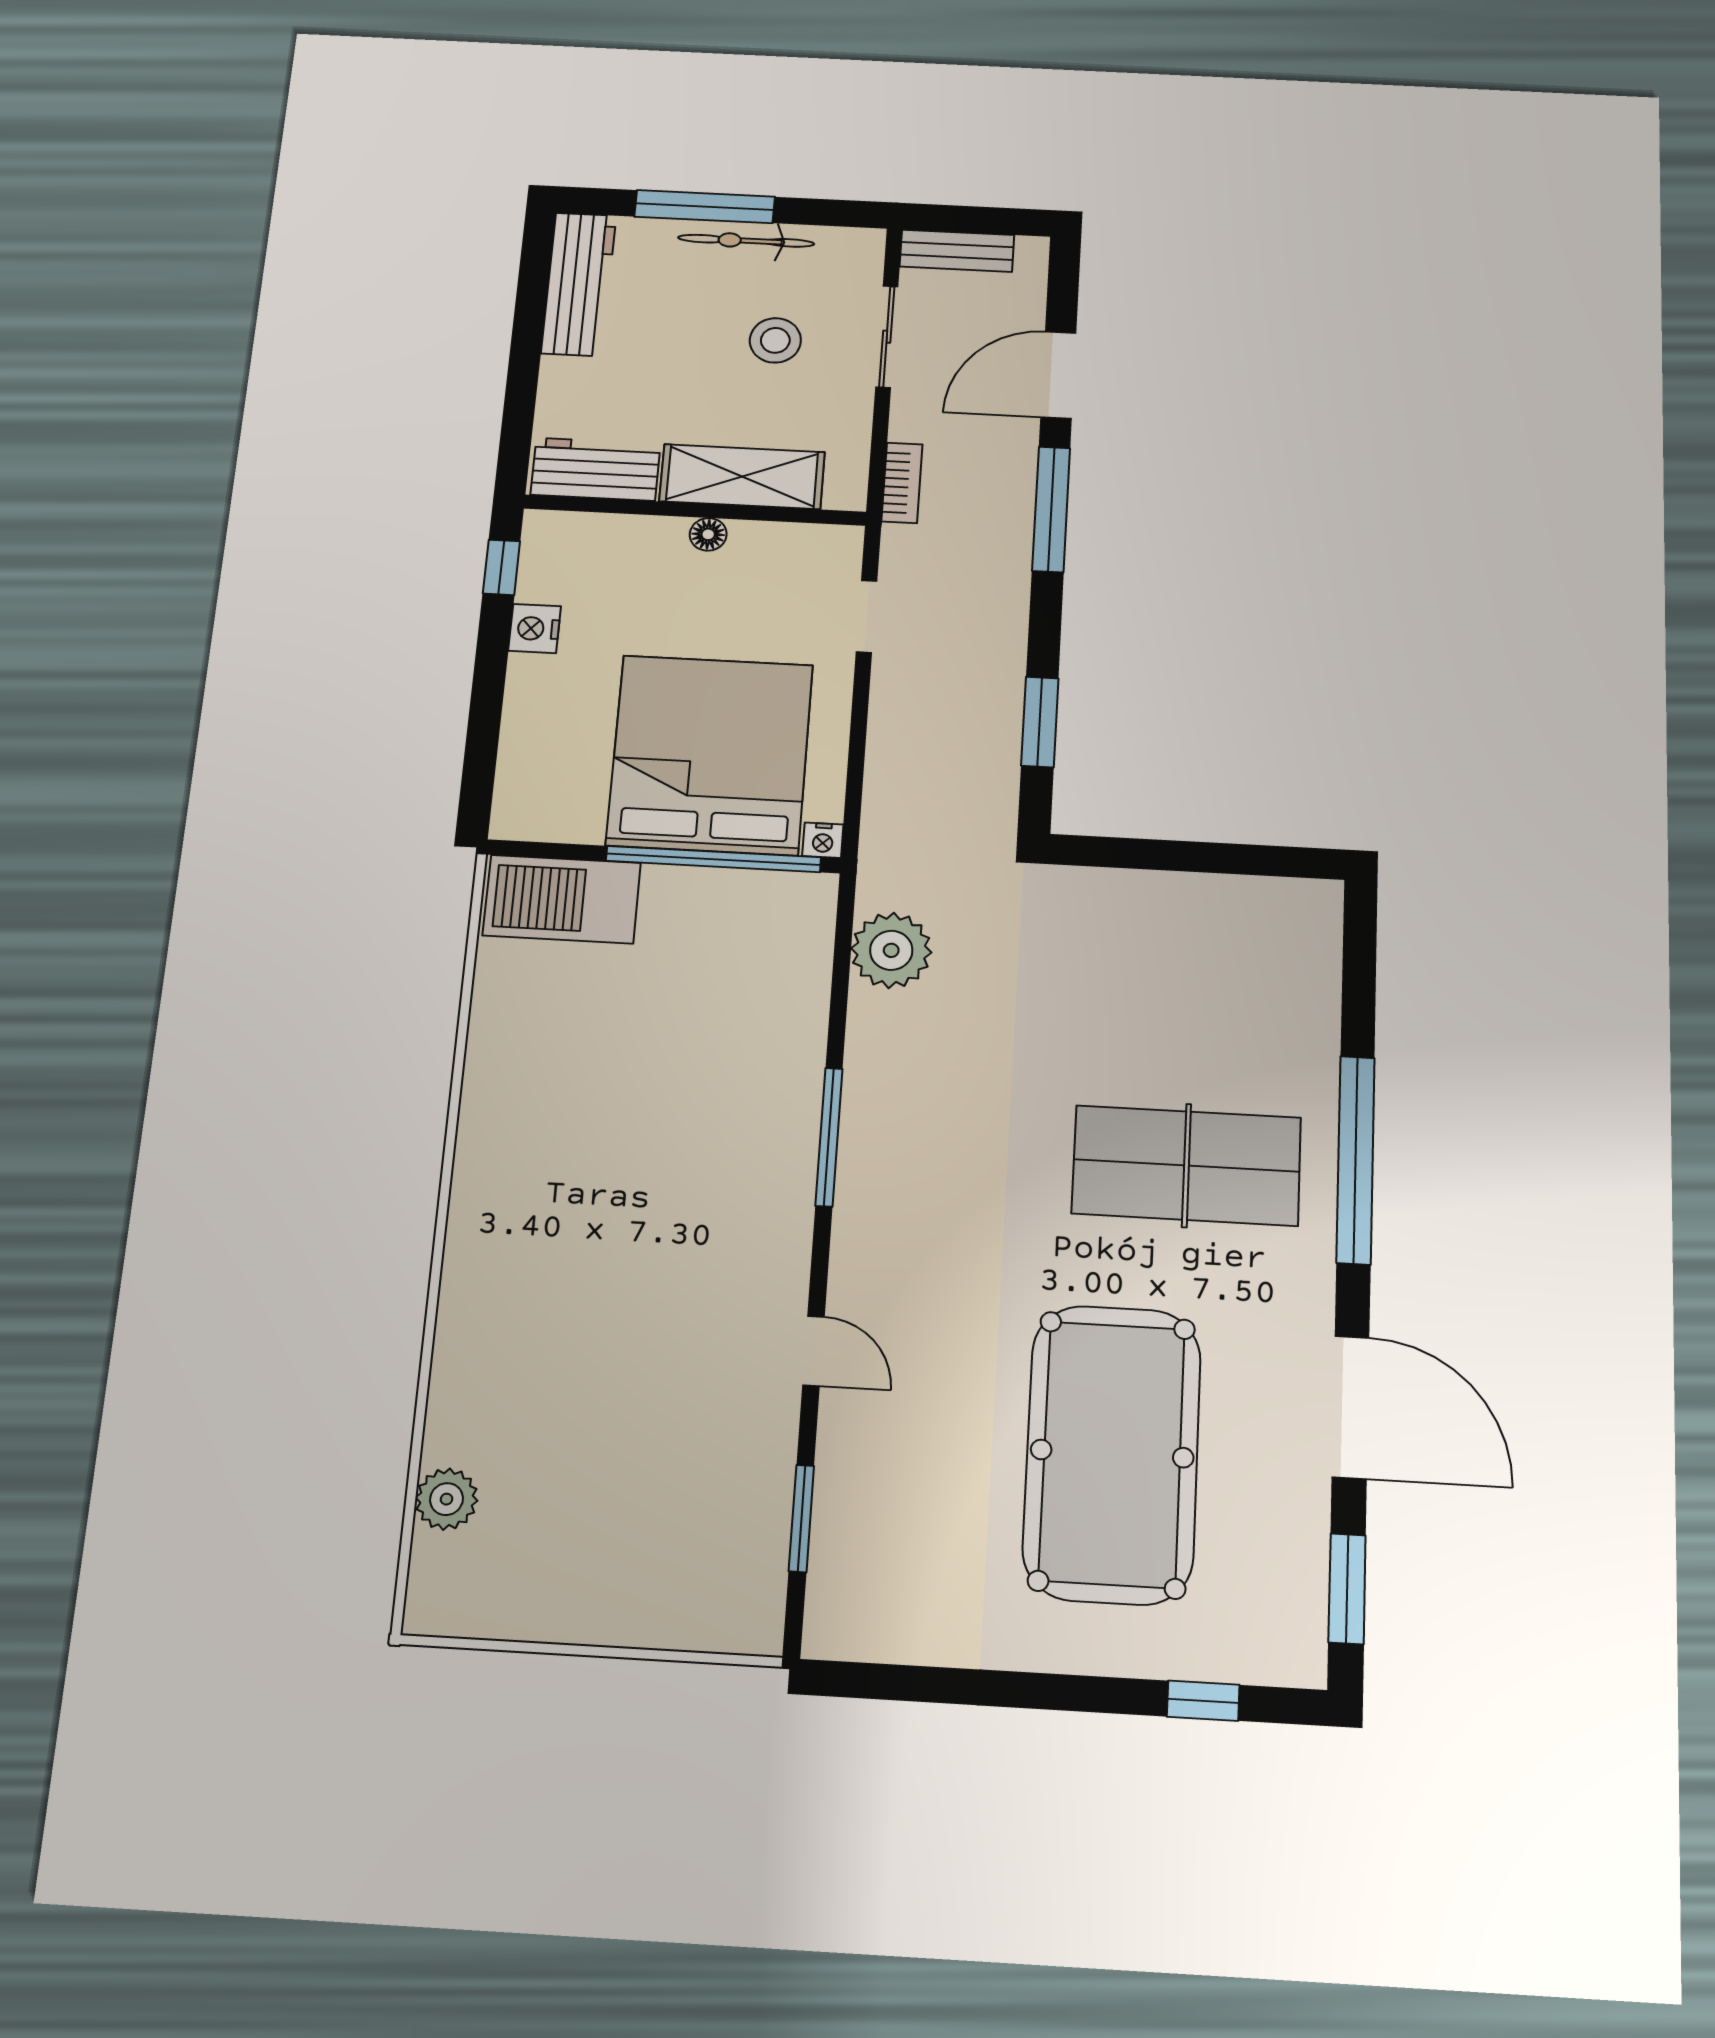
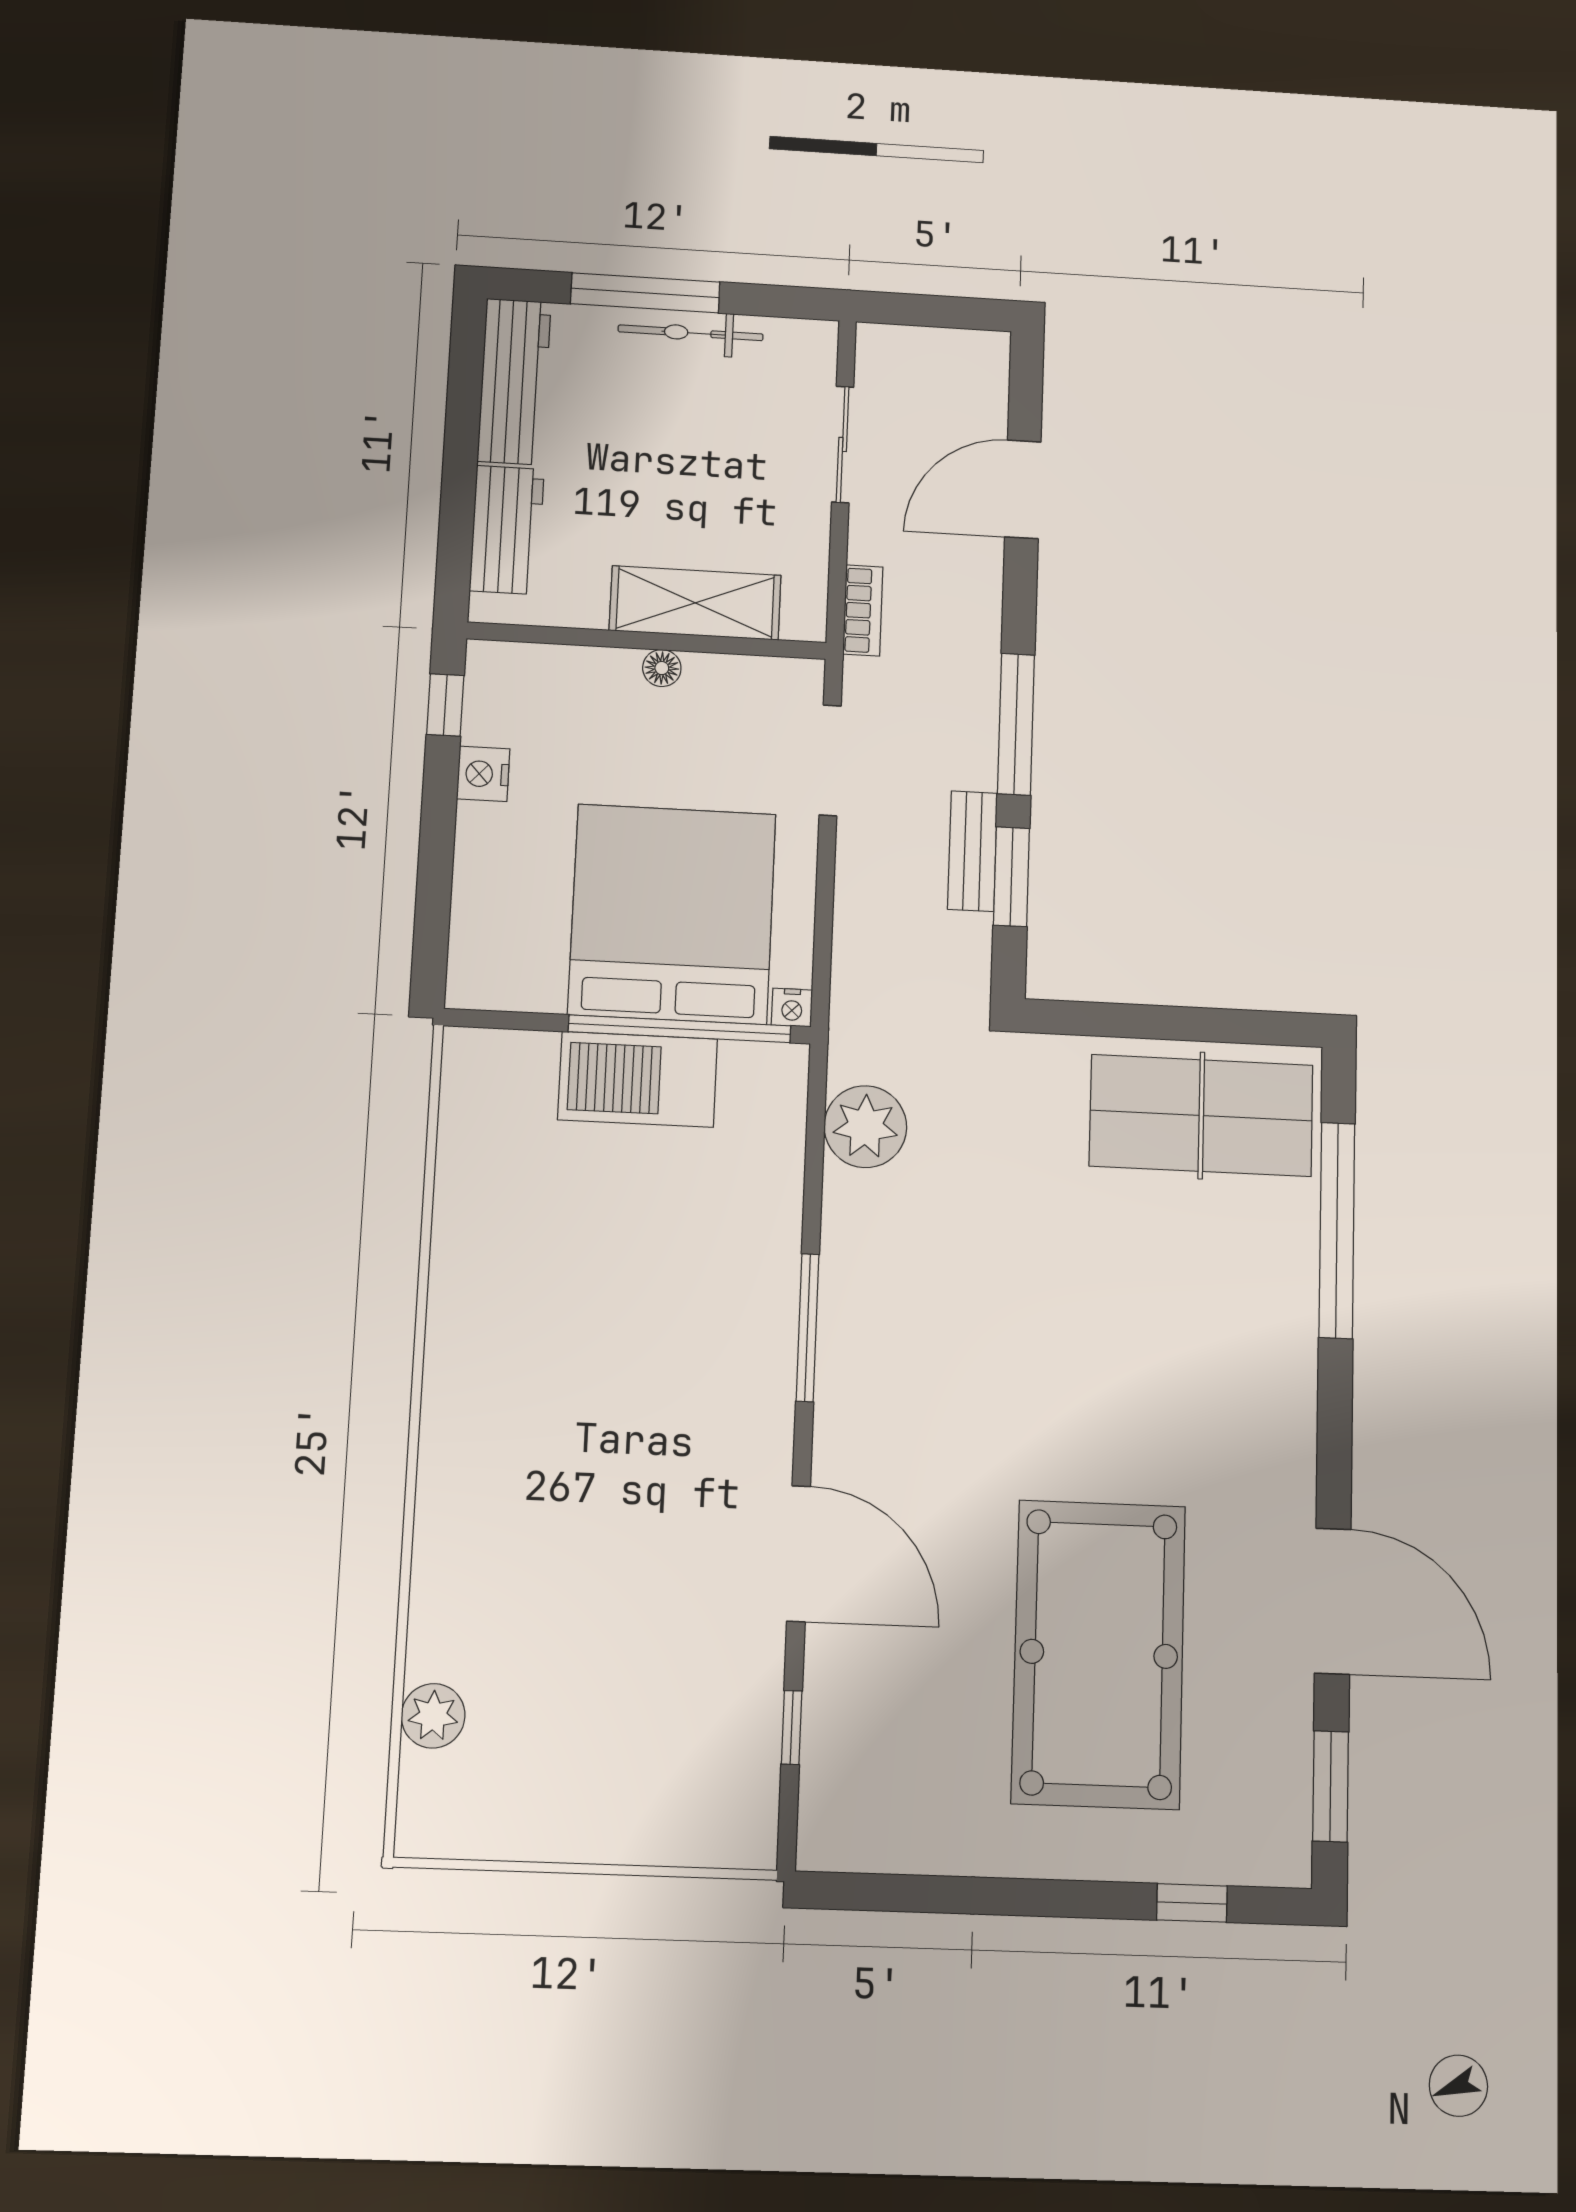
bench: (957, 251) -> (973, 851), moved, turned 90
stool: (775, 340) -> (725, 448), removed
workbench: (596, 469) -> (507, 530), moved, turned 90
window: (1051, 509) -> (1016, 724), moved
doorway: (867, 617) -> (830, 760), width x1.38
barbecue: (562, 899) -> (638, 1079), moved
window: (1355, 1160) -> (1337, 1230), moved
table tennis table: (1187, 1165) -> (1201, 1115), moved
door: (813, 1351) -> (799, 1554), width x1.88
window: (801, 1518) -> (792, 1728), width x0.67

